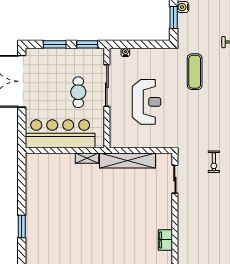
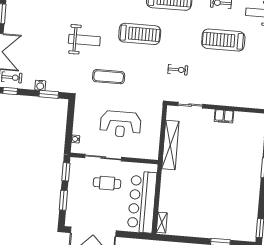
exercise mat: (195, 72) -> (109, 77), moved
reception desk: (147, 102) -> (120, 124), turned 180
shelving: (87, 158) -> (162, 223), moved
filing cabinet: (165, 240) -> (224, 116), moved

